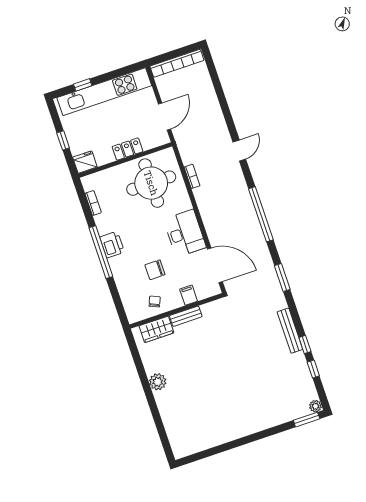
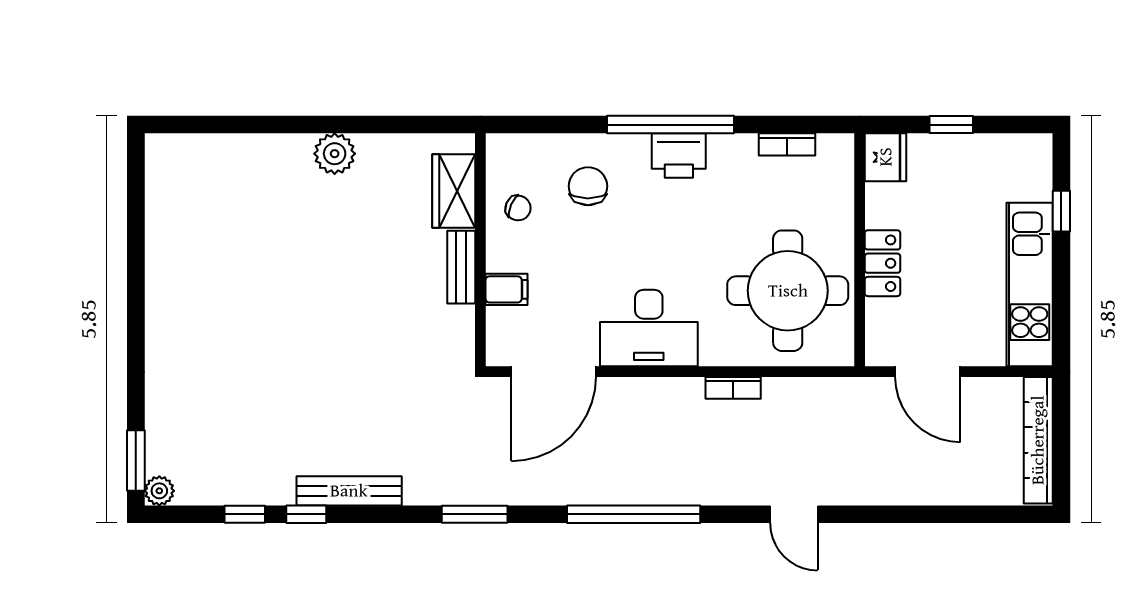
kitchen unit: (104, 92) -> (1030, 285), width x0.73
bookcase: (192, 176) -> (733, 388), moved
chair: (155, 270) -> (588, 186), moved

